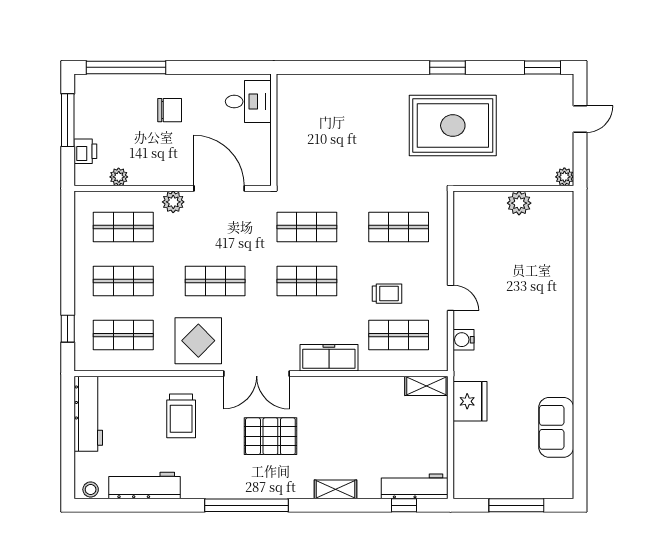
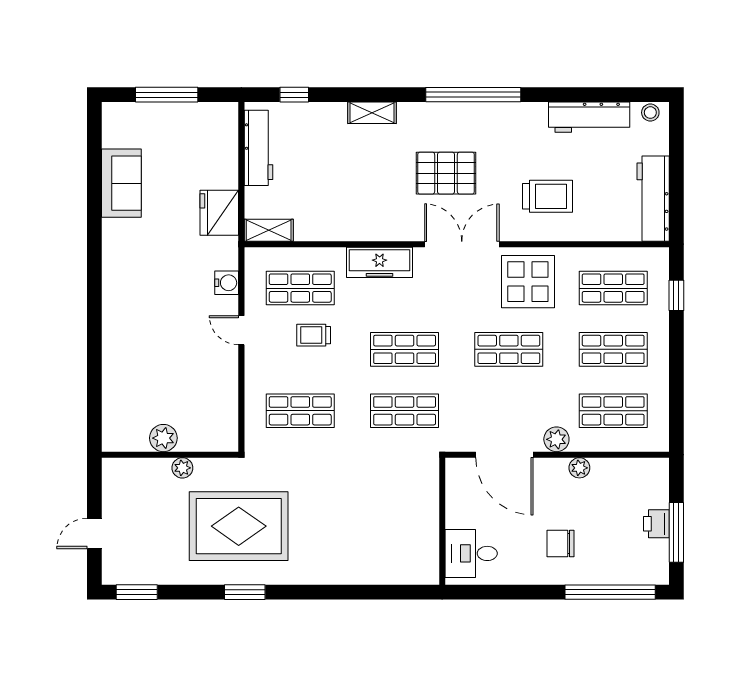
printer: (85, 151) -> (656, 524), moved
plant: (119, 177) -> (579, 468), moved
plant: (564, 177) -> (182, 468), moved
trolley: (181, 416) -> (548, 196), turned 90
workbench: (415, 486) -> (258, 148), moved, turned -90

